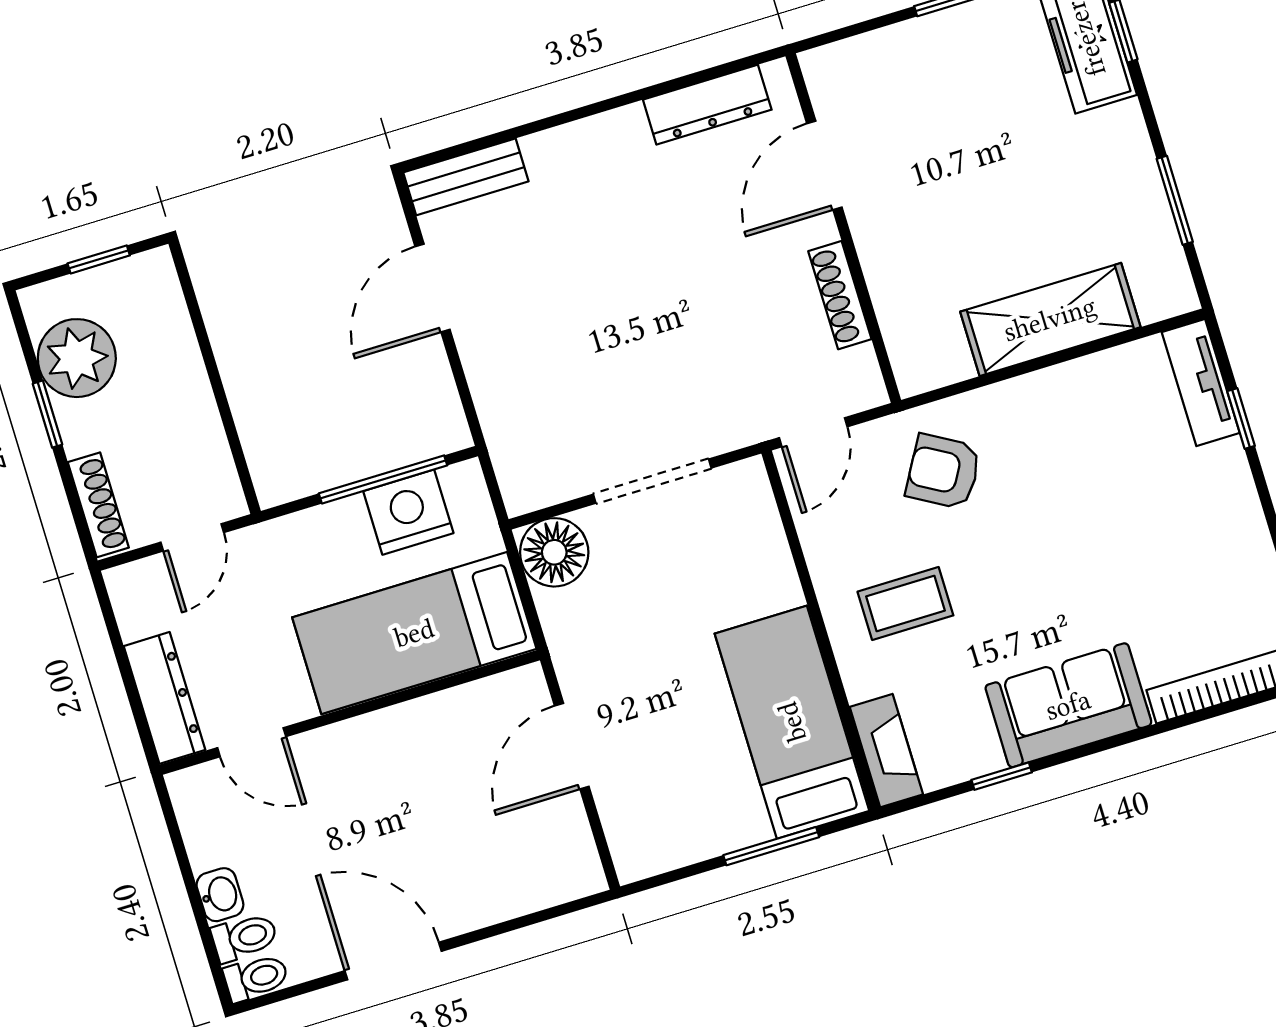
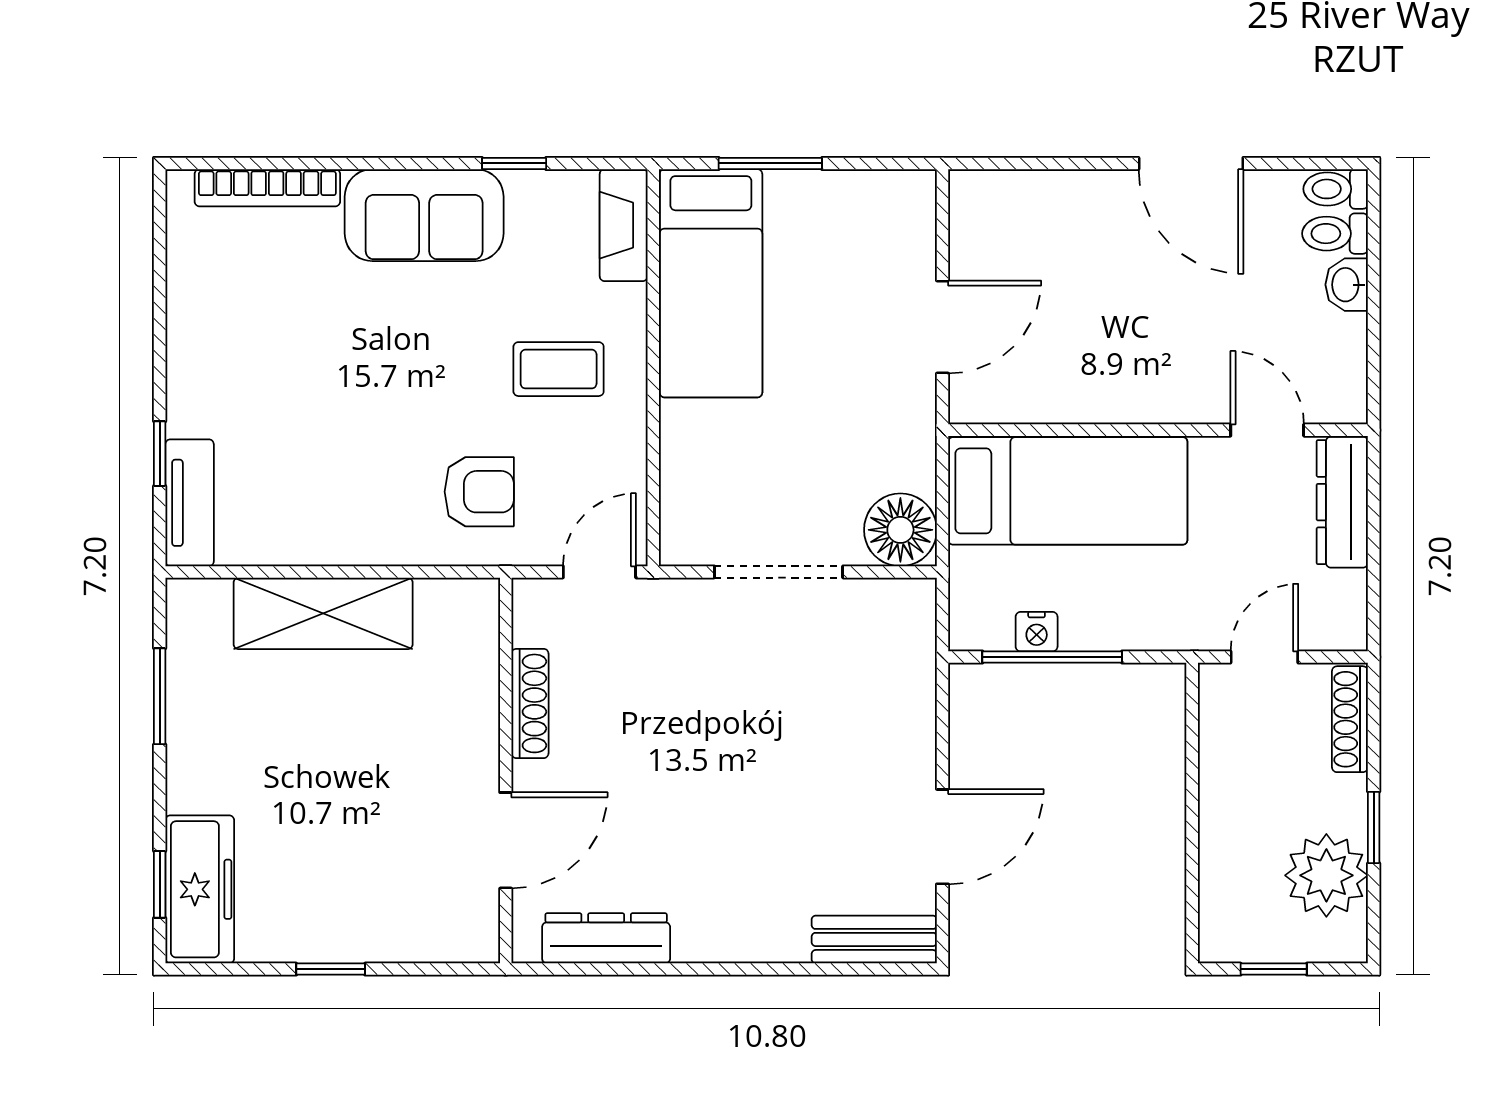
armchair: (943, 472) -> (479, 492), turned -30
nightstand: (408, 512) -> (1037, 632), width x0.53, depth x0.56

